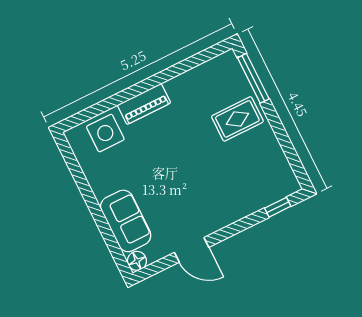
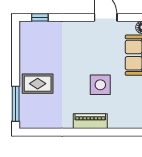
side table: (105, 133) -> (100, 85), moved

